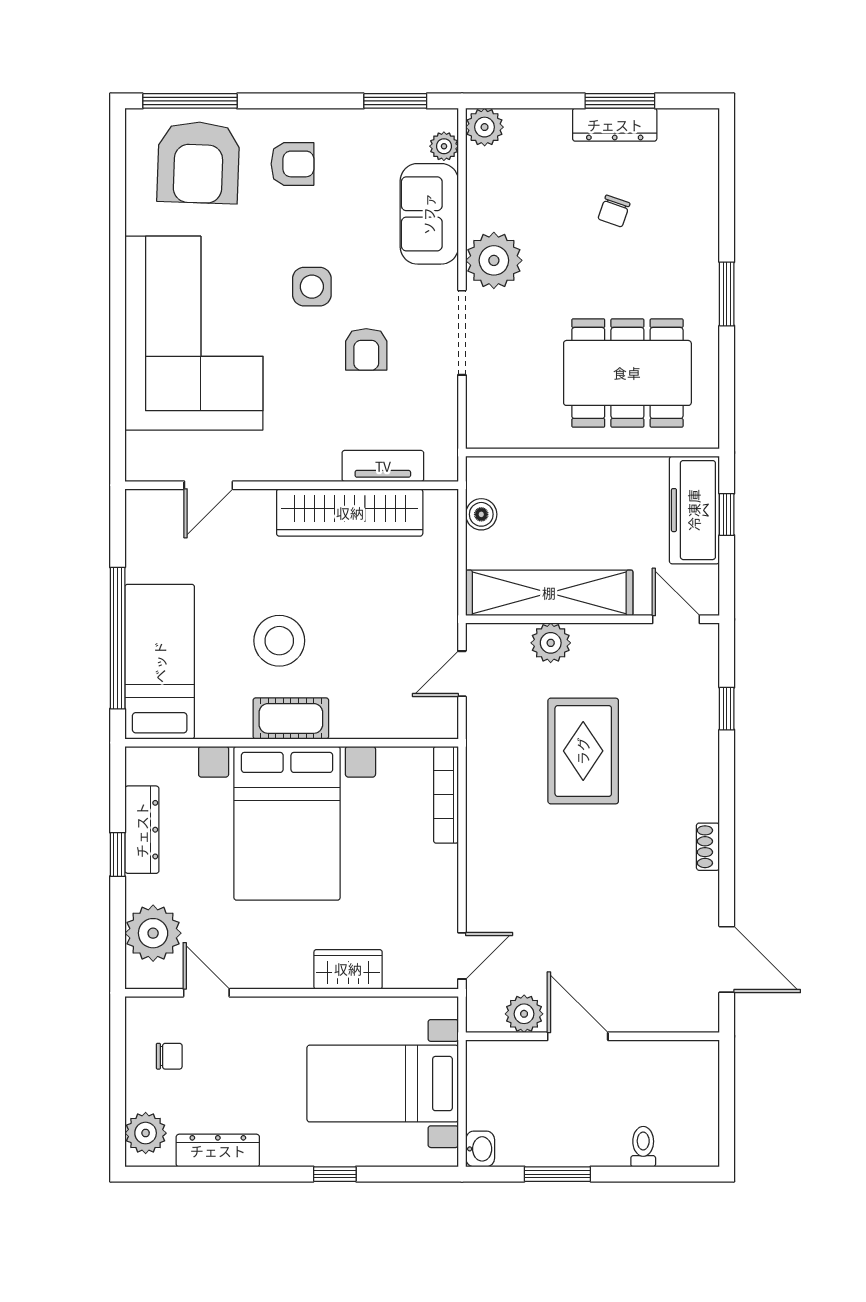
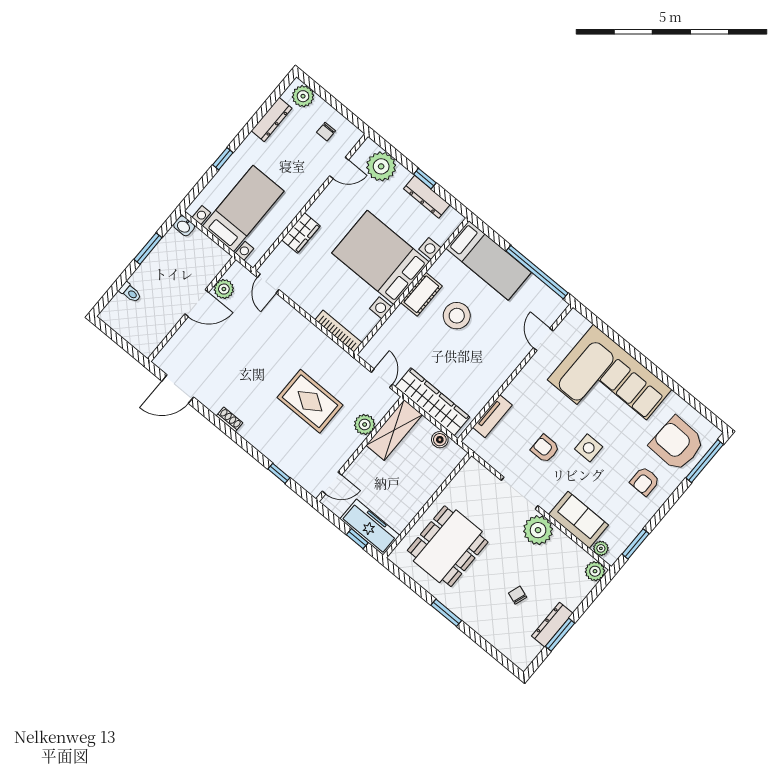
wardrobe: (350, 513) -> (432, 402), moved, turned 90
shelving: (549, 593) -> (394, 430), width x0.68
window: (118, 638) -> (537, 272), moved

